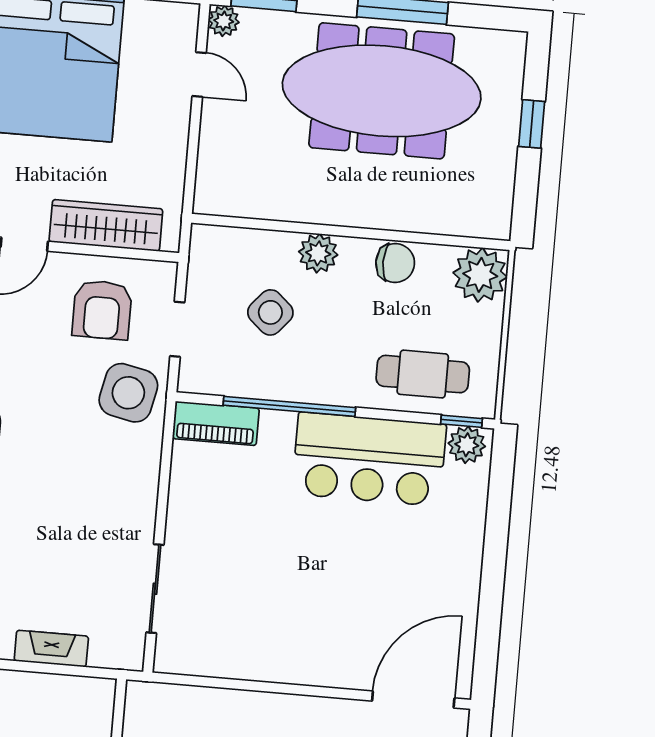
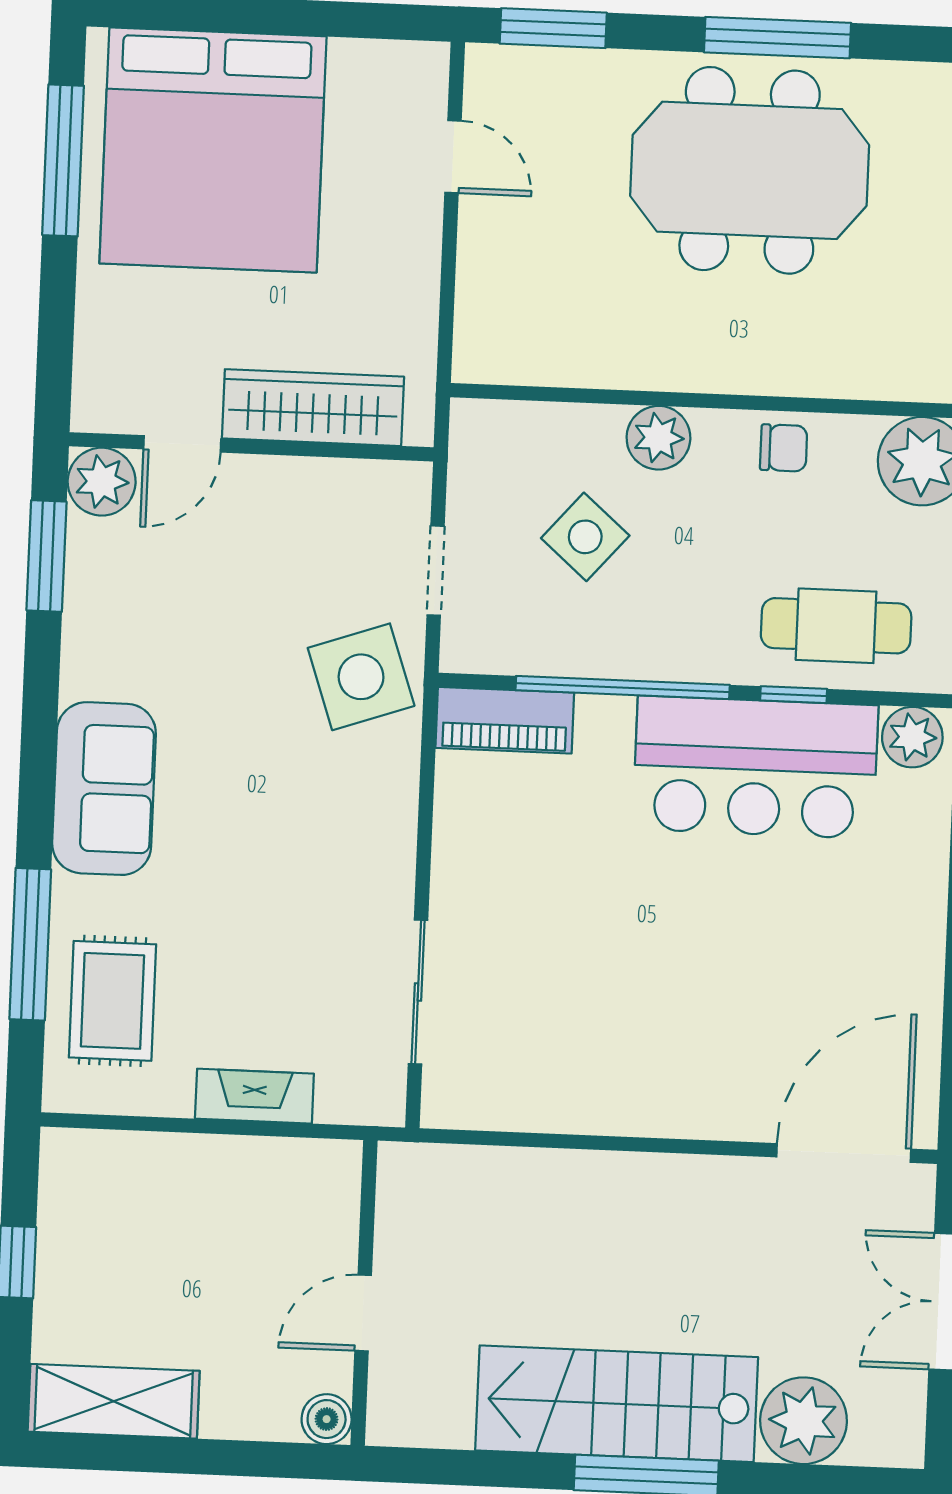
plant: (224, 21) -> (489, 68), removed
meeting table: (382, 91) -> (750, 170), width x0.73
chair: (395, 263) -> (784, 448), width x0.73, depth x0.73
armchair: (102, 310) -> (313, 544), removed
side table: (128, 393) -> (361, 677), turned -31
window: (461, 421) -> (794, 695), moved

